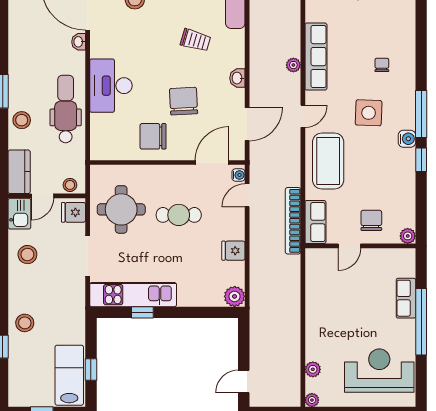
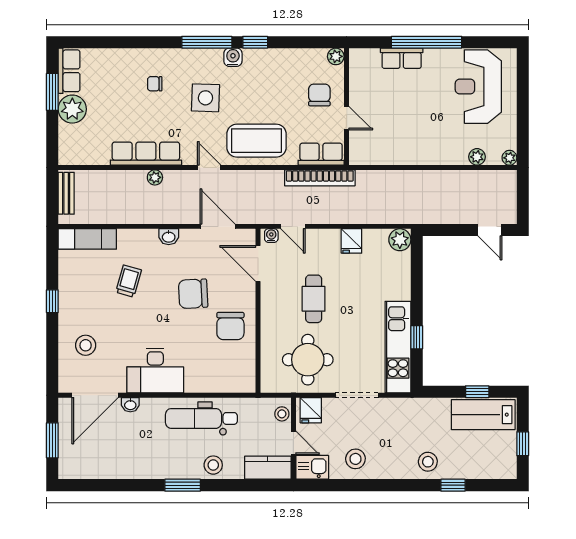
desk: (111, 86) -> (155, 371), moved
chair: (371, 220) -> (319, 95), turned 90

